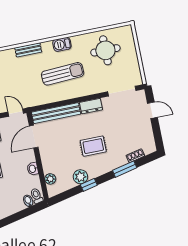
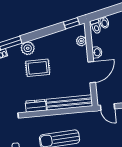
door: (34, 137) -> (92, 72), moved
plant: (80, 177) -> (28, 48), moved
window: (89, 185) -> (72, 23), moved

